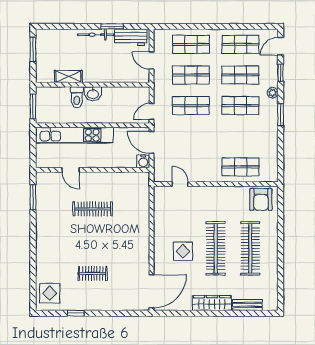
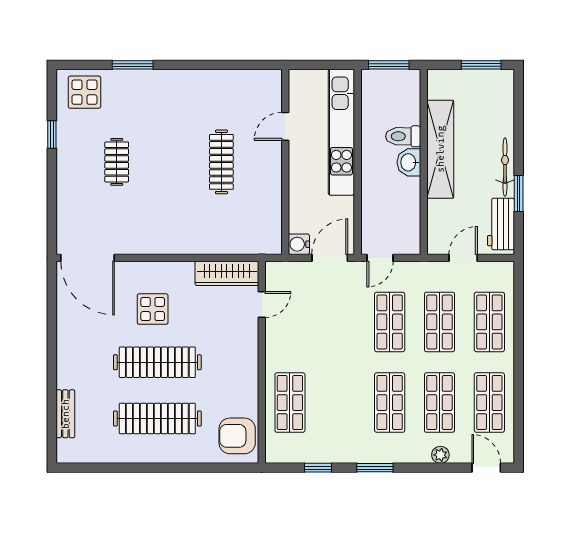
window: (281, 73) -> (318, 468), moved
shelving: (68, 77) -> (440, 149), width x2.20, depth x1.33
plant: (273, 93) -> (440, 455), moved
door: (152, 112) -> (380, 258), swing flipped
window: (33, 197) -> (133, 65), moved
wardrobe: (212, 303) -> (227, 273), moved, turned 90

